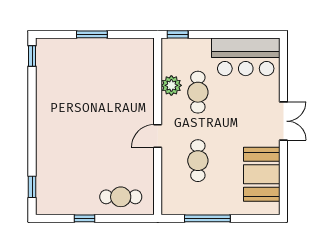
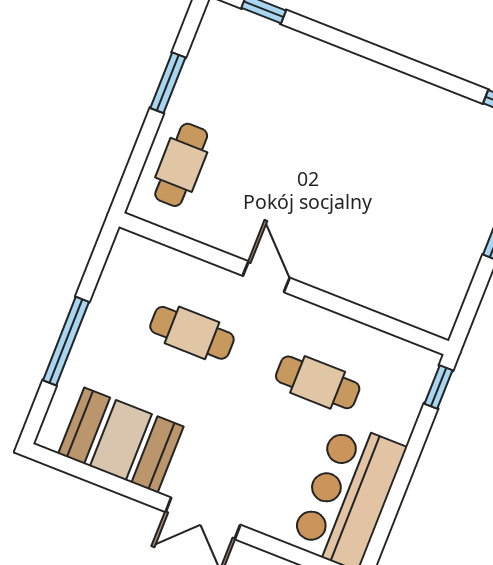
plant: (171, 85) -> (349, 338), removed
window: (85, 218) -> (168, 83), width x1.50
window: (207, 218) -> (66, 341), moved

